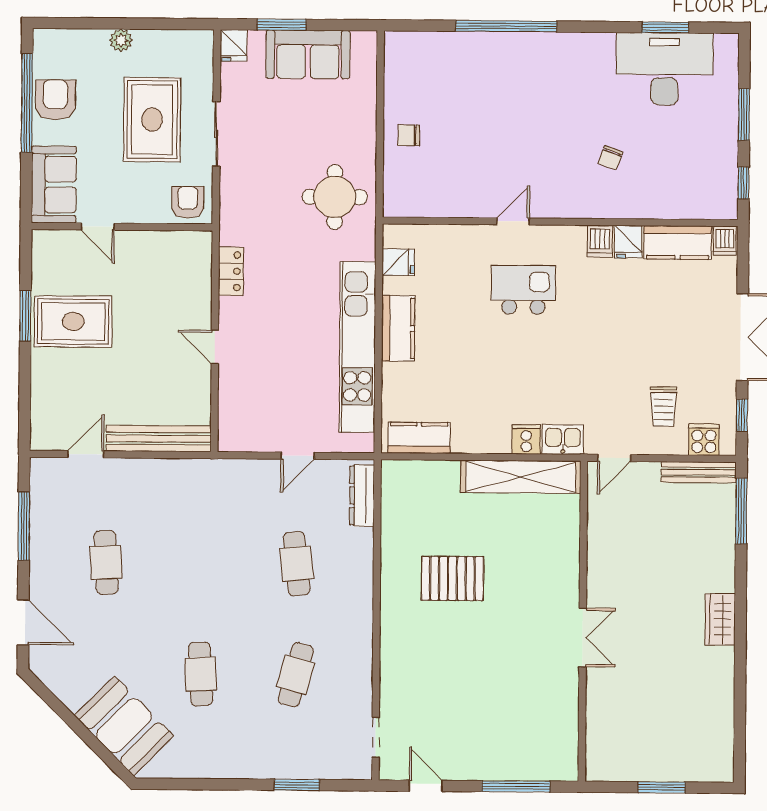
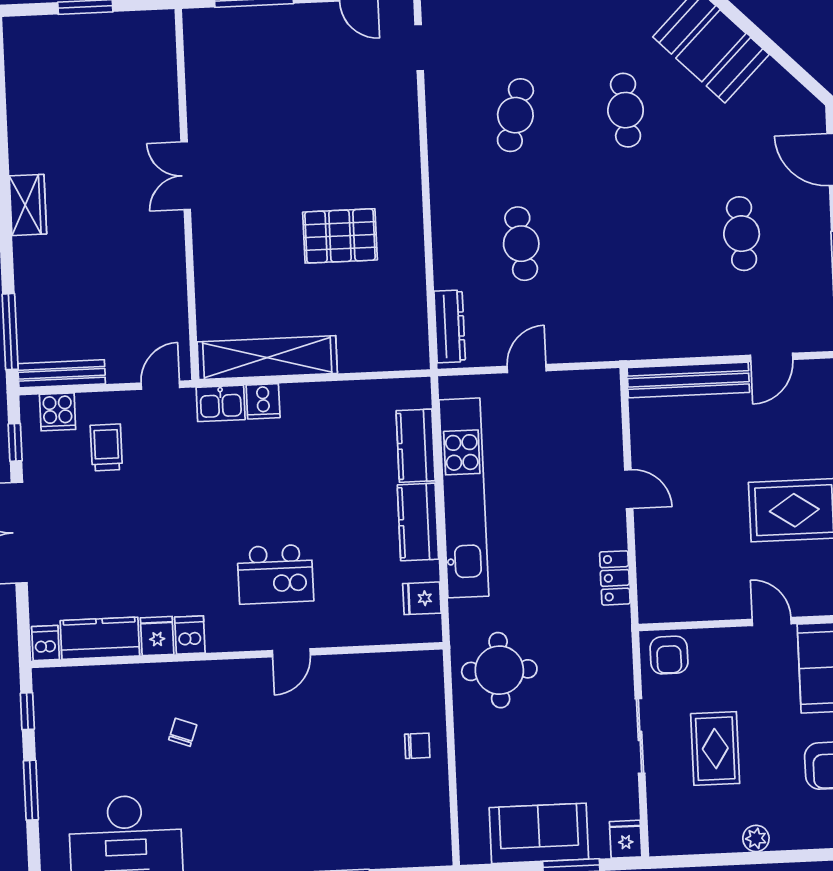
rug: (152, 120) -> (715, 749), width x0.73, depth x0.70
kitchen counter: (419, 438) -> (416, 446), moved, turned 90

